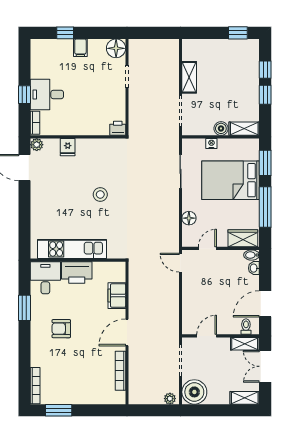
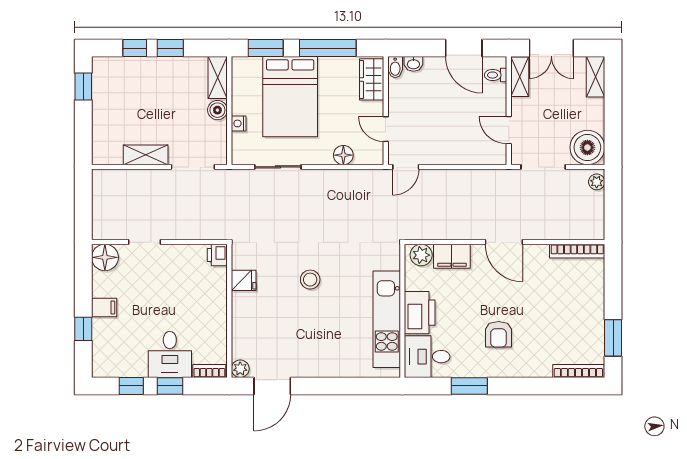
window: (24, 67) -> (131, 386), added
fridge: (68, 147) -> (244, 280), moved
plant: (118, 274) -> (421, 255), added
bookcase: (120, 371) -> (577, 251), moved

